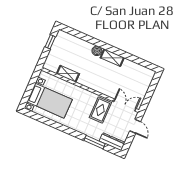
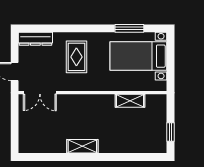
boiler: (97, 51) -> (106, 146), removed
rug: (100, 110) -> (76, 57), moved
window: (95, 142) -> (129, 28), moved

